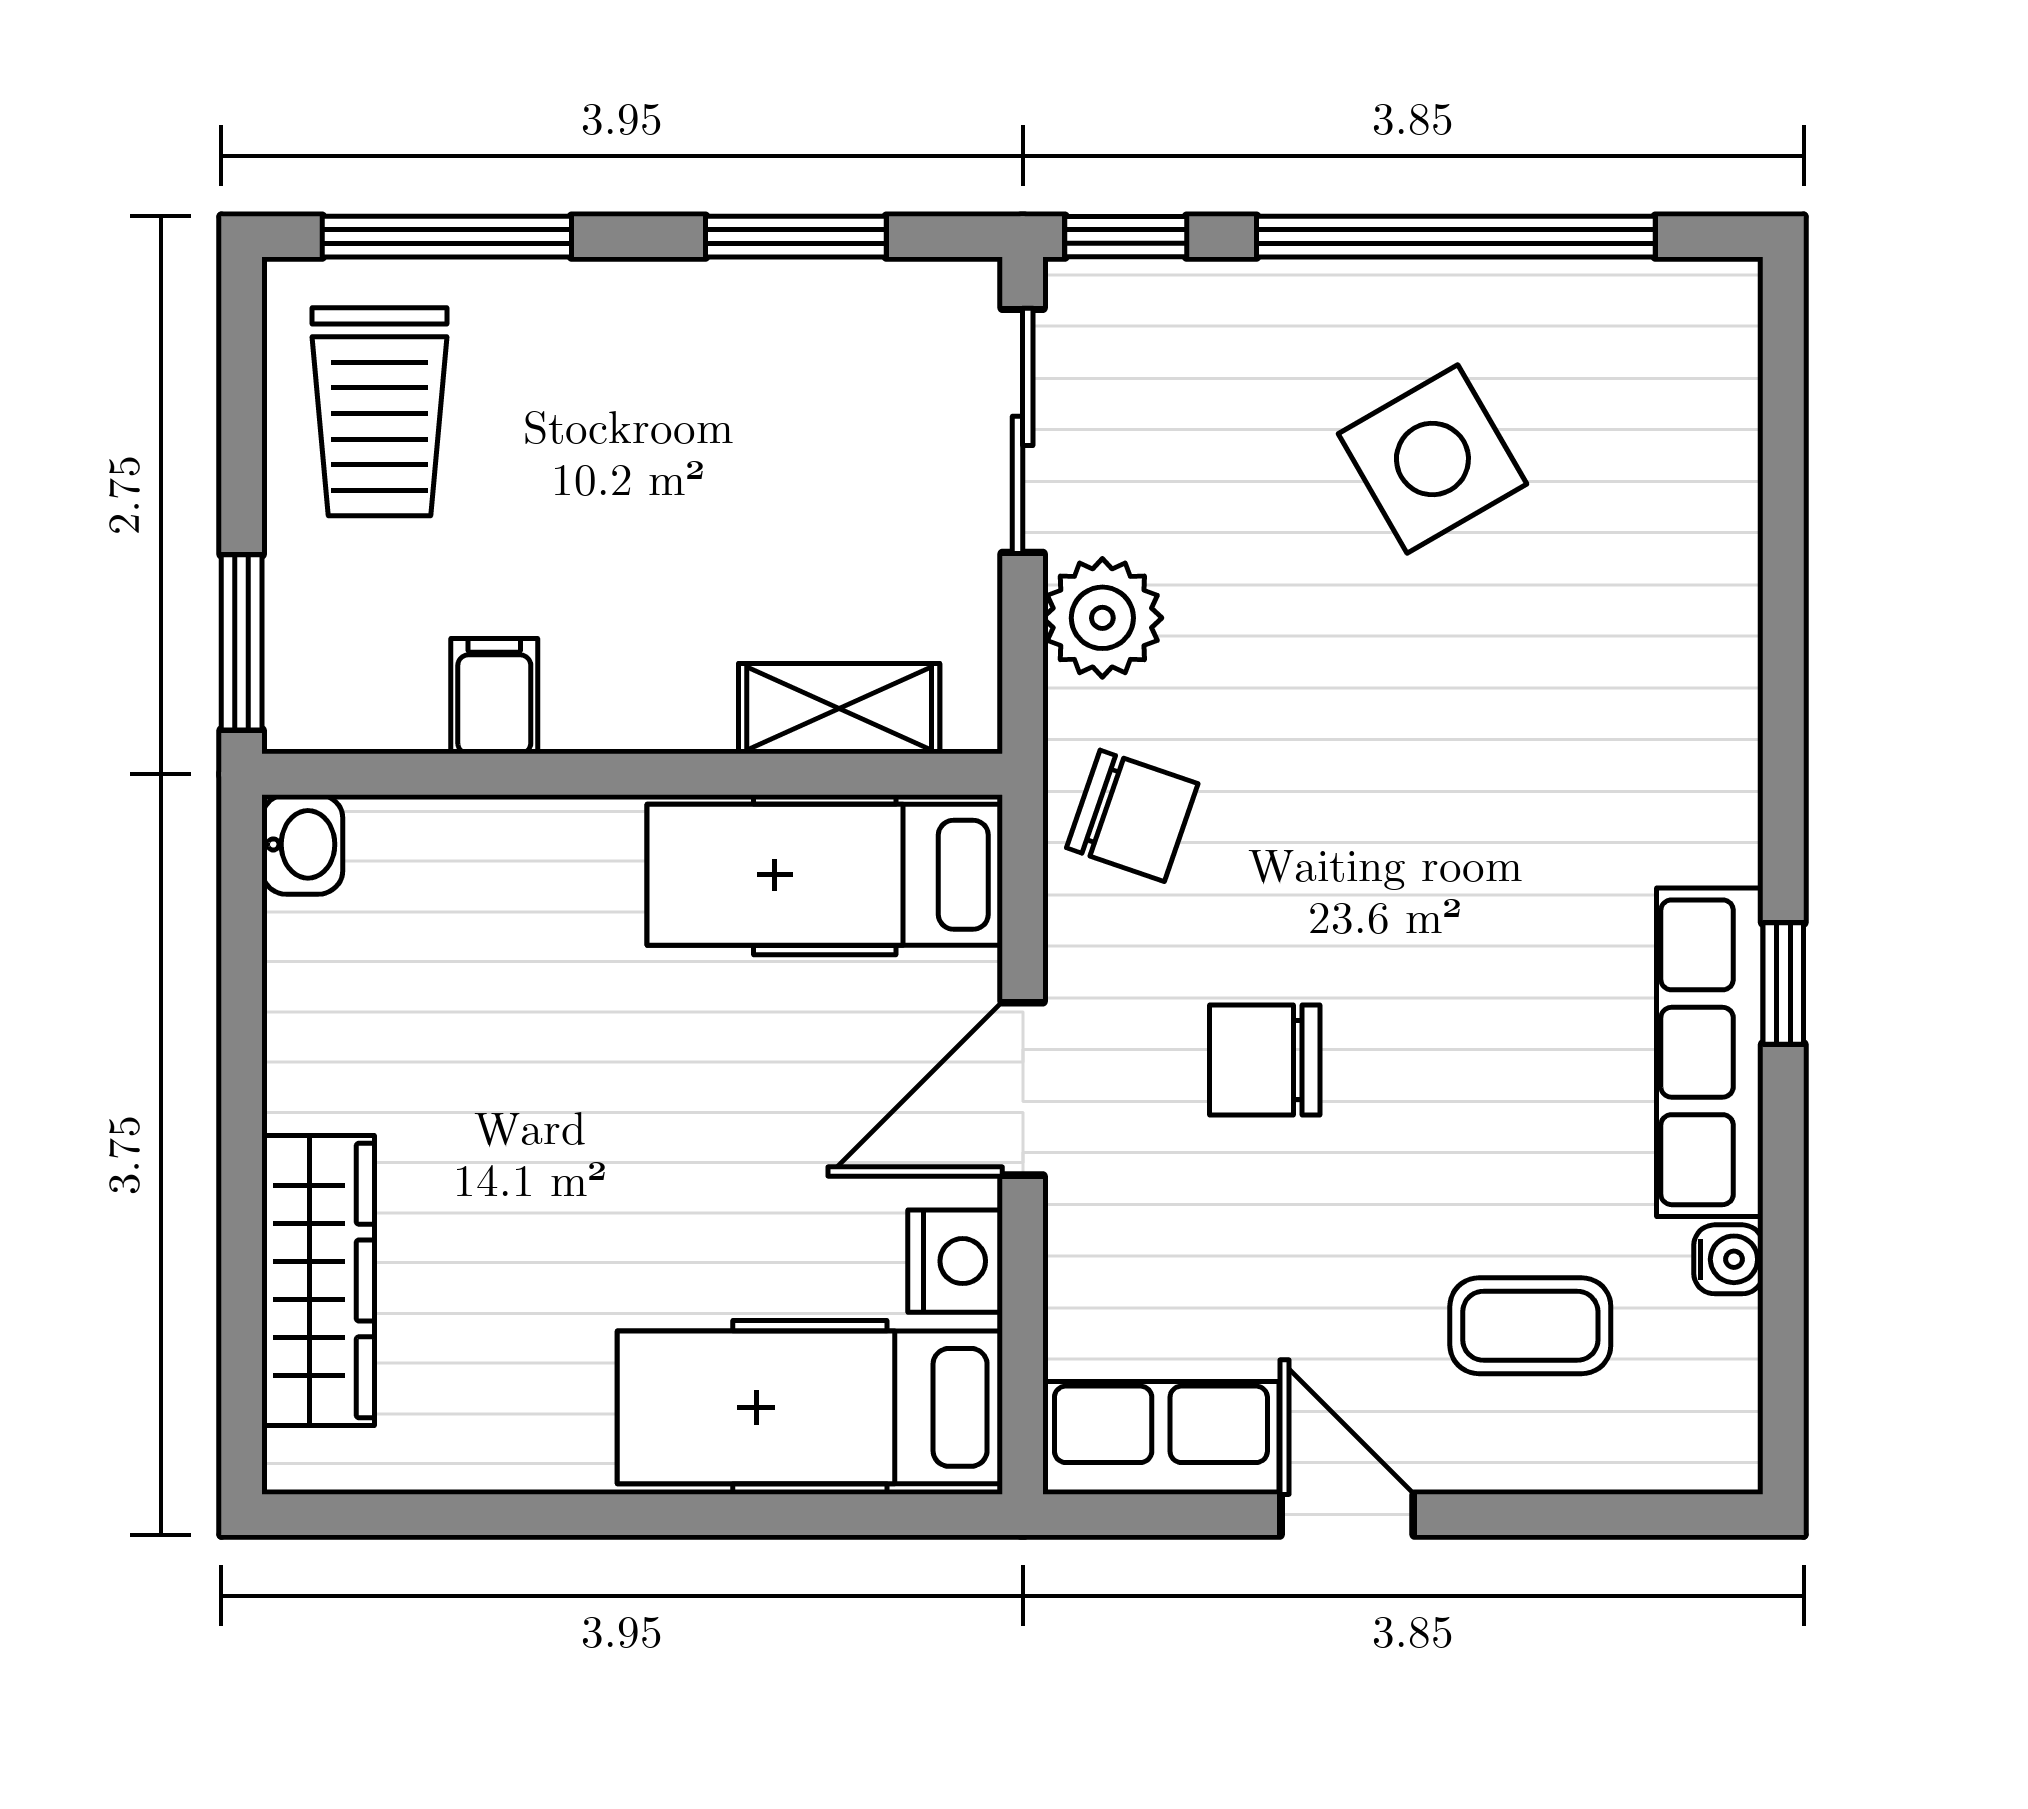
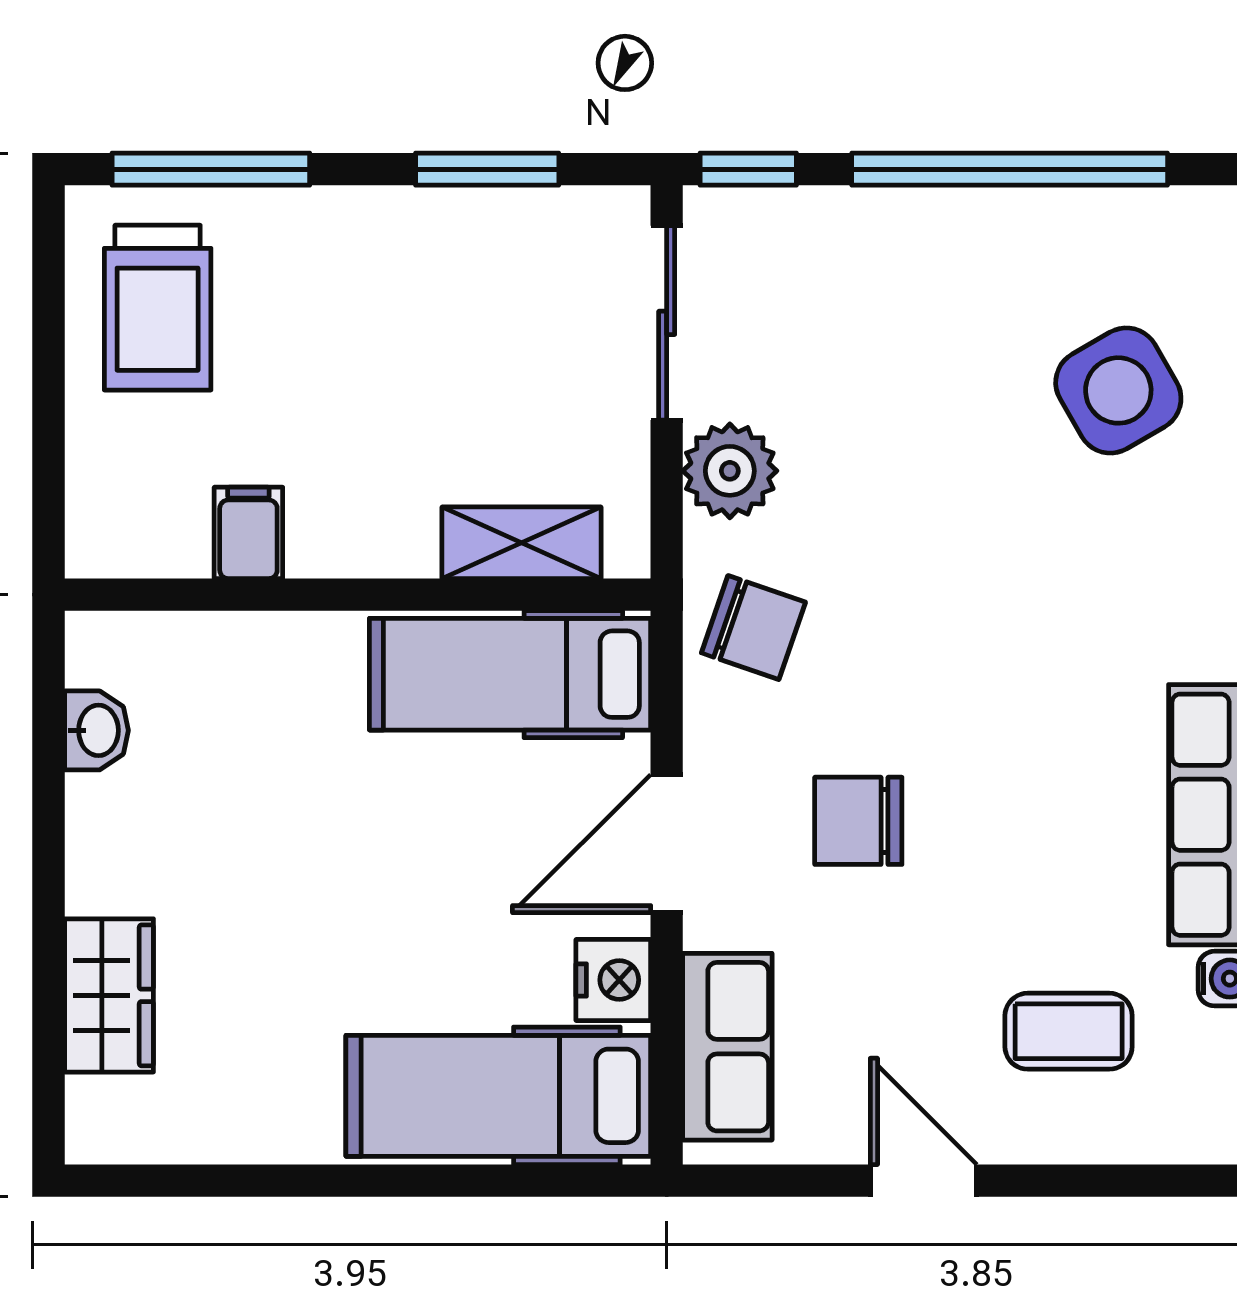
side table: (1432, 459) -> (1118, 390), moved
window: (242, 642) -> (49, 490), removed
washbasin: (302, 844) -> (97, 730), moved
wardrobe: (318, 1281) -> (109, 995), width x0.67
row of seats: (1161, 1438) -> (727, 1047), moved, turned 90

